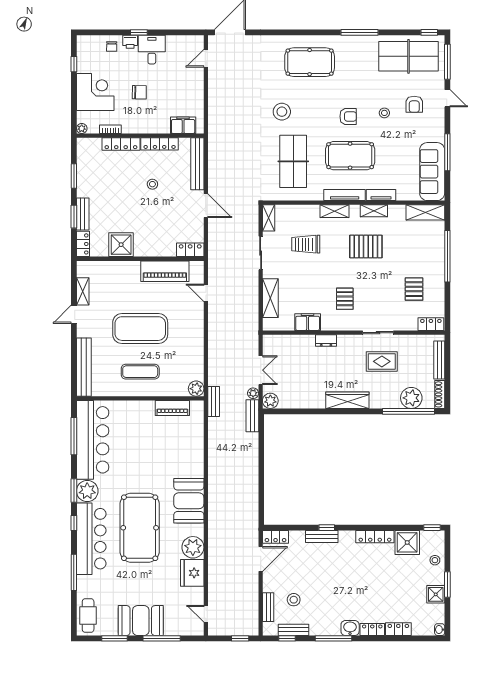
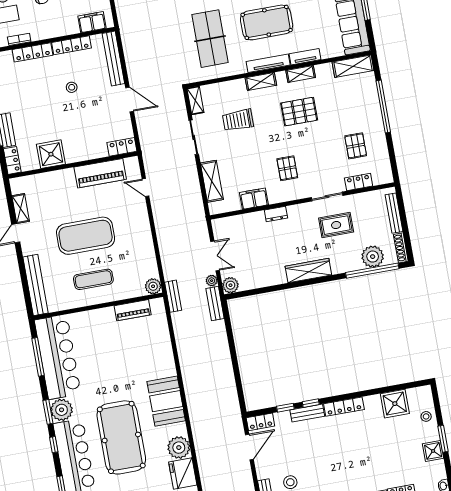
locker: (431, 324) -> (359, 182), moved
window: (432, 528) -> (285, 408), moved
locker: (375, 537) -> (344, 407), moved

